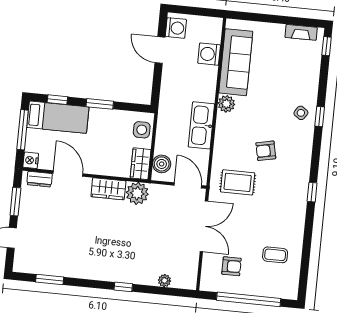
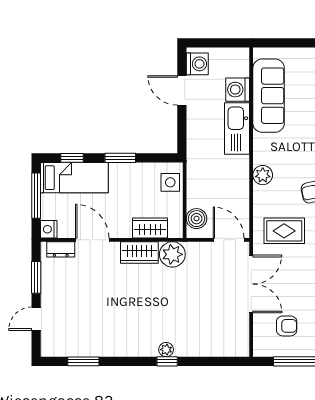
plant: (226, 104) -> (263, 175), moved
kitchen sink: (201, 125) -> (237, 129), moved
wardrobe: (141, 164) -> (150, 228), moved, turned 90
plant: (164, 281) -> (166, 350), moved

